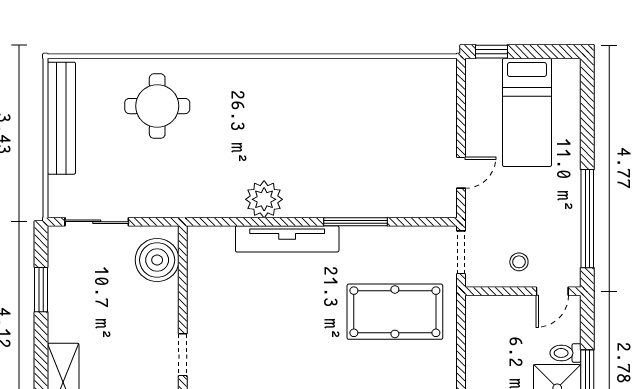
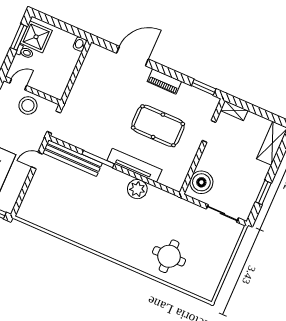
bench: (61, 118) -> (72, 158), moved, turned 90
stool: (519, 262) -> (28, 105), width x1.89, depth x1.89
pool table: (395, 312) -> (158, 126), moved

